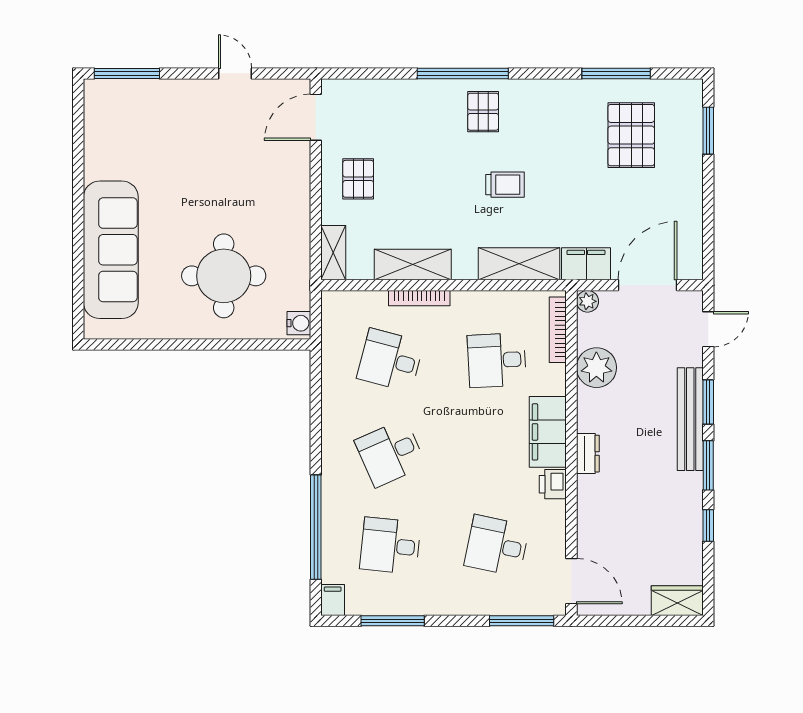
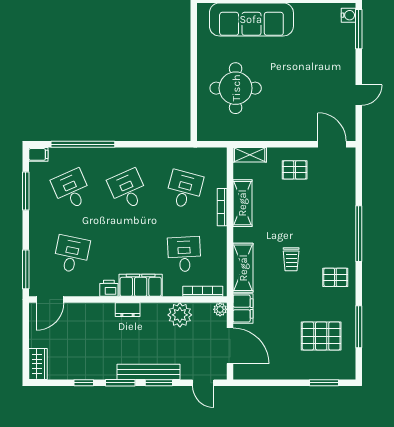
pallet: (483, 112) -> (335, 277), moved
water cooler: (299, 323) -> (348, 15), moved, turned -90
desk: (390, 546) -> (71, 189), turned -30

